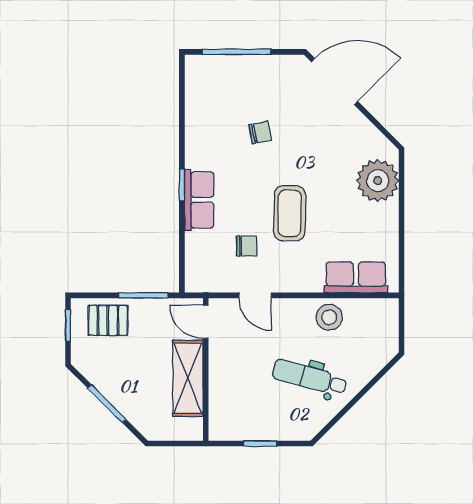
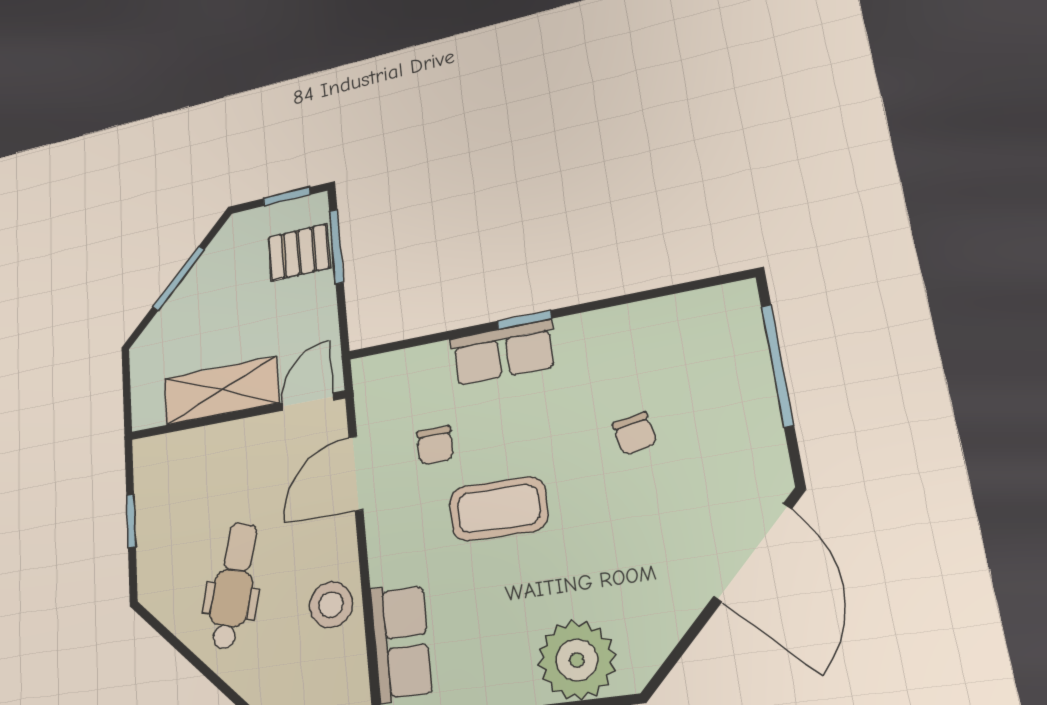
window: (143, 295) -> (336, 247), moved
door: (255, 295) -> (356, 474), width x1.38
pallet: (108, 320) -> (299, 253), turned 90

